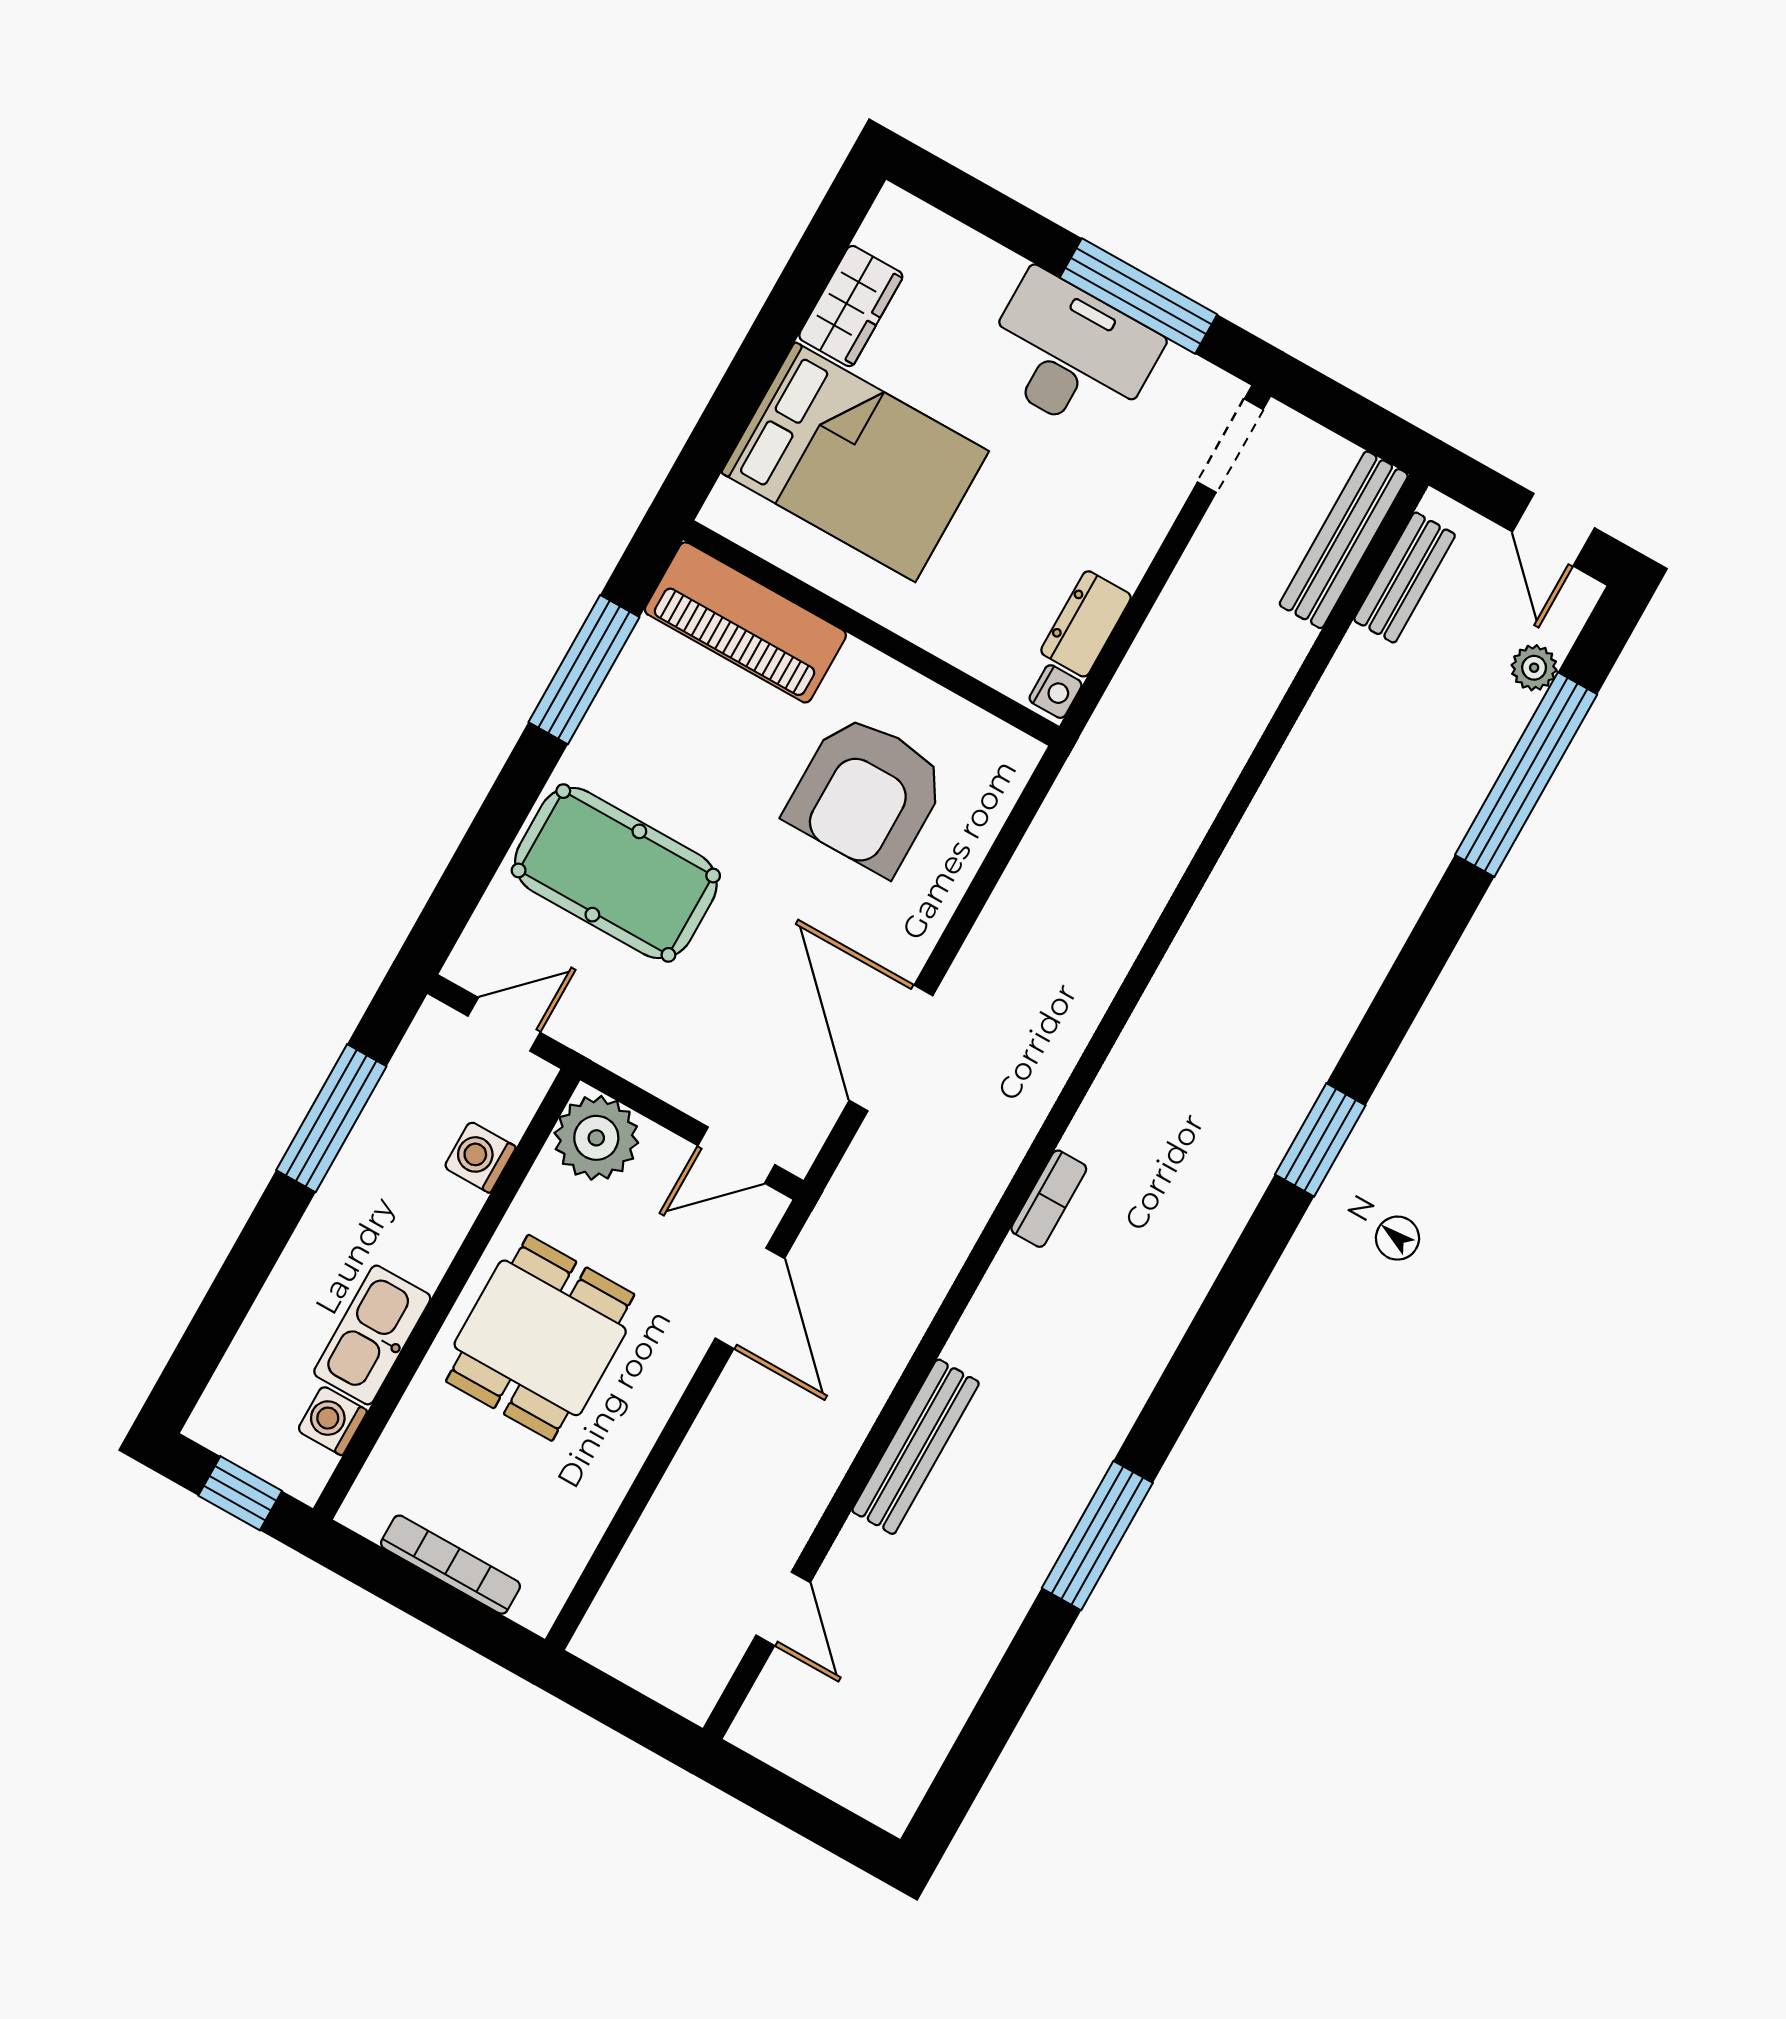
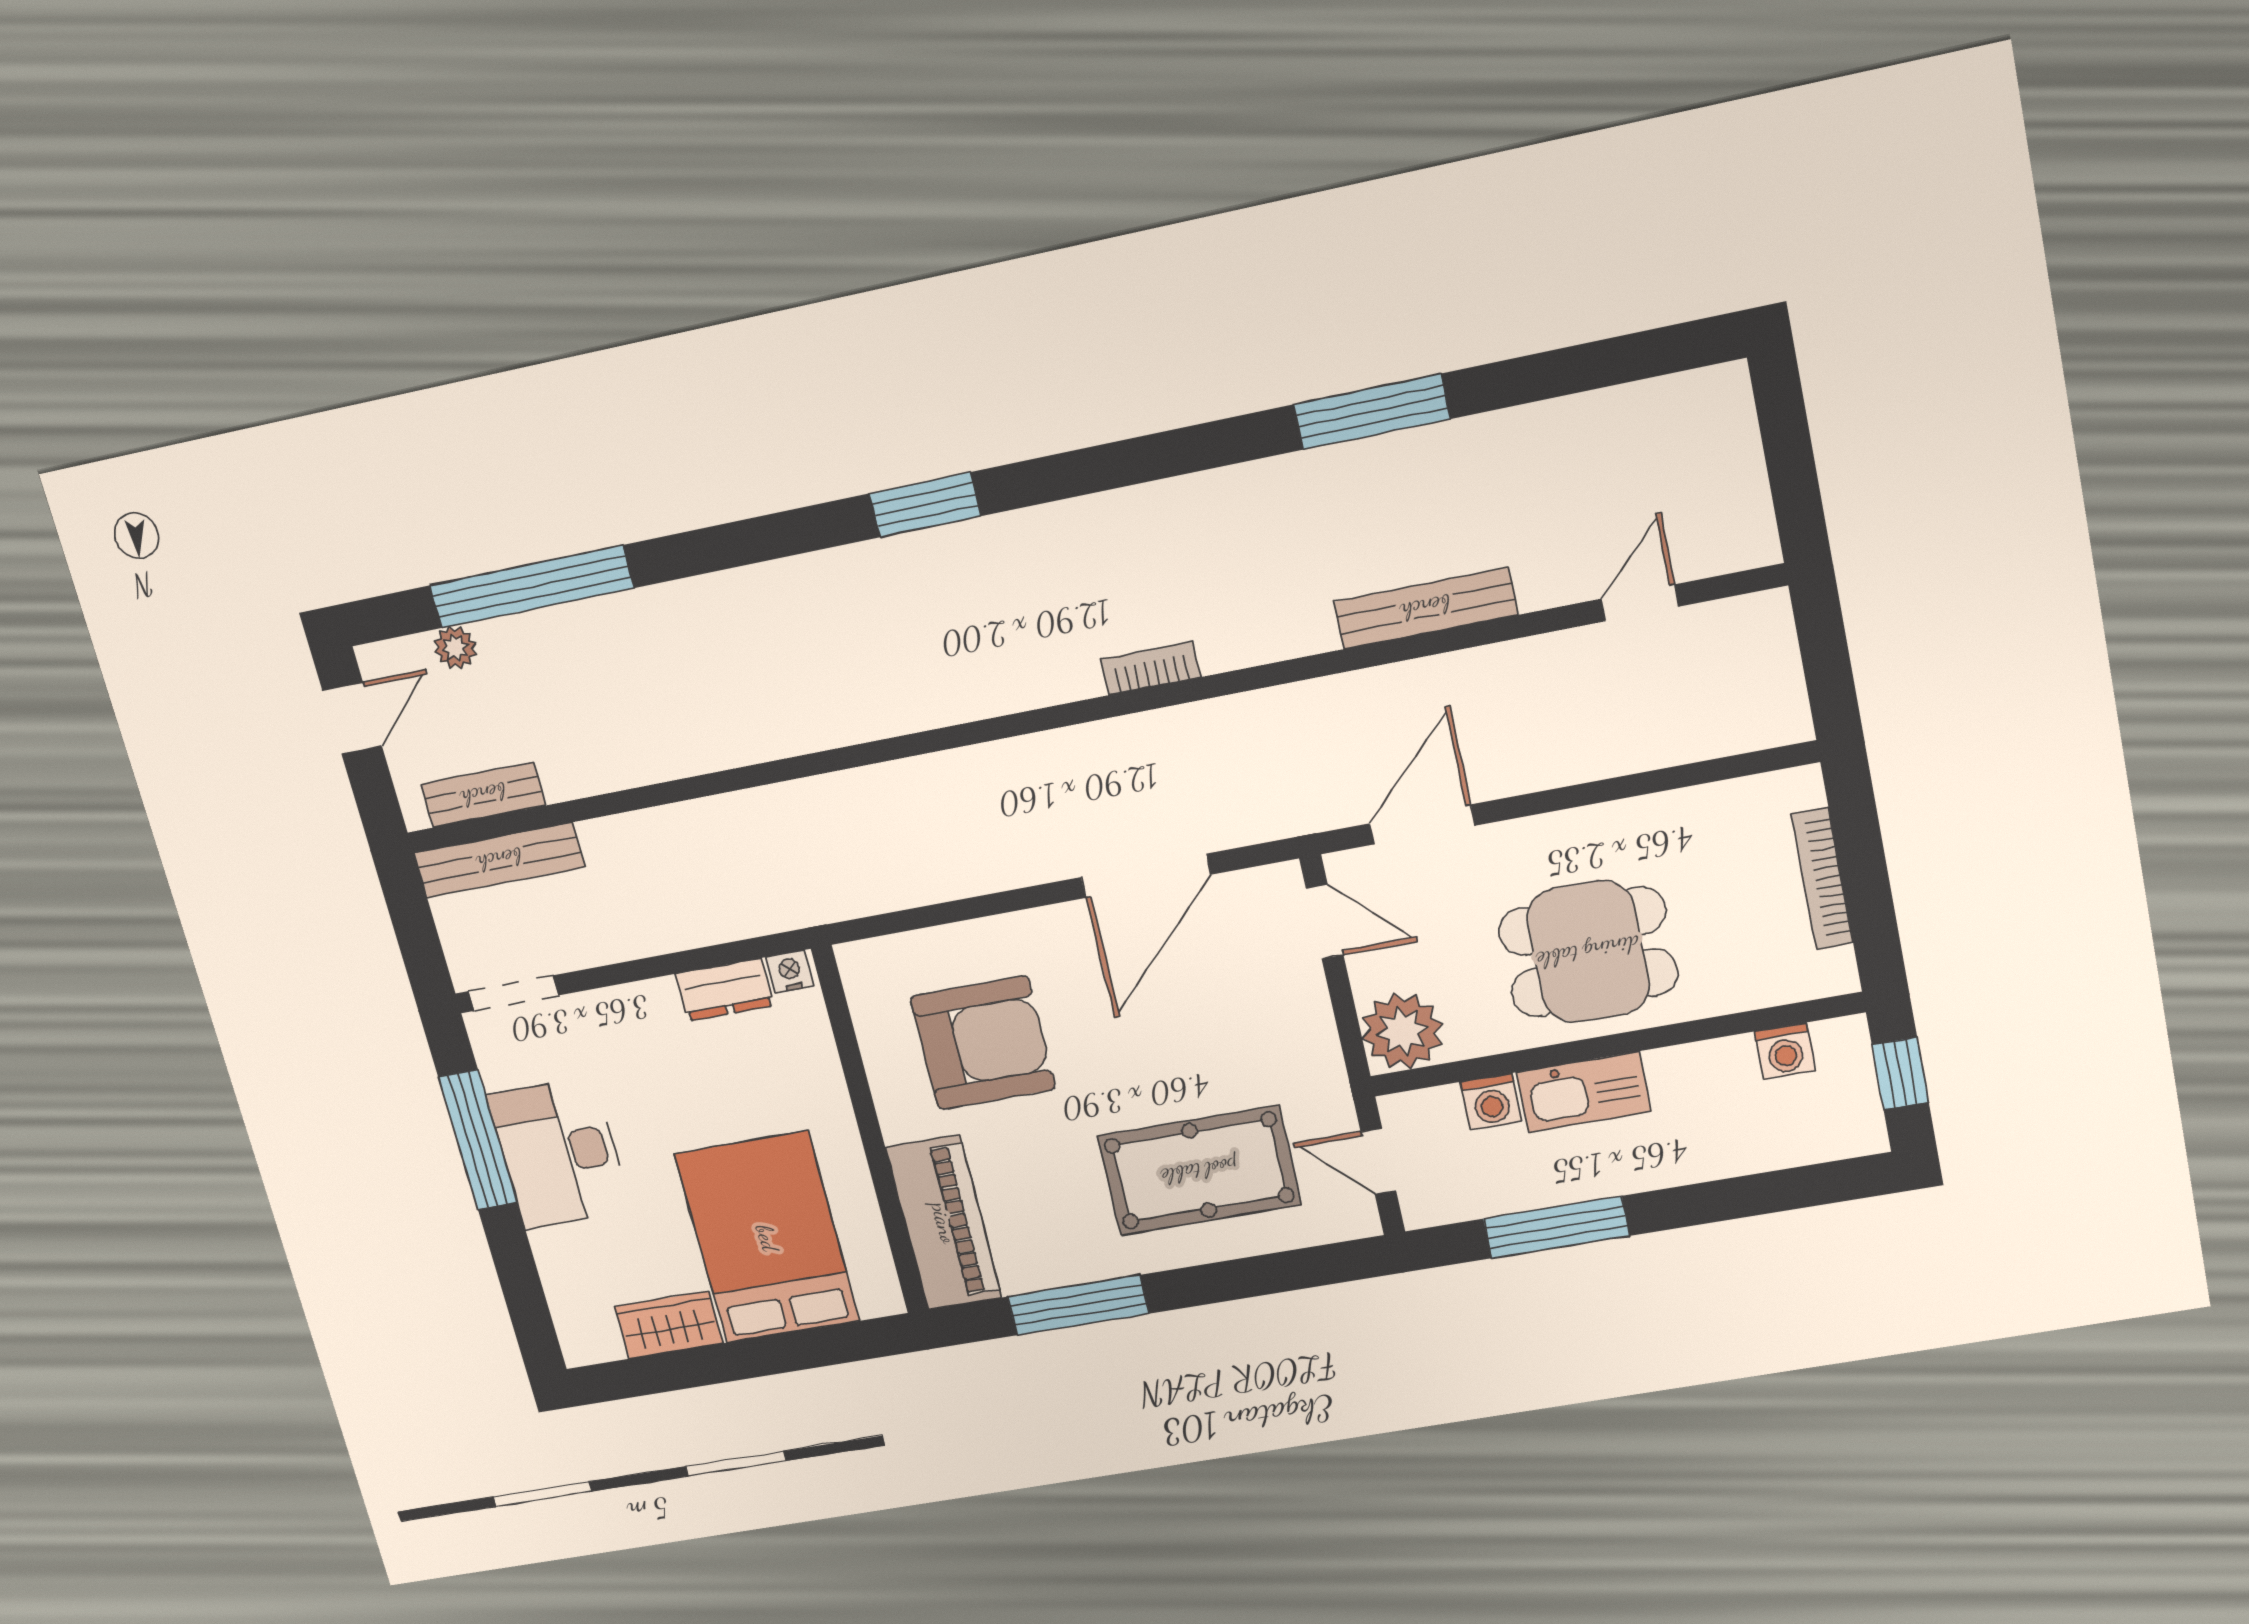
pool table: (616, 873) -> (1199, 1171), turned 90
kitchen sink: (372, 1335) -> (1584, 1092), moved

